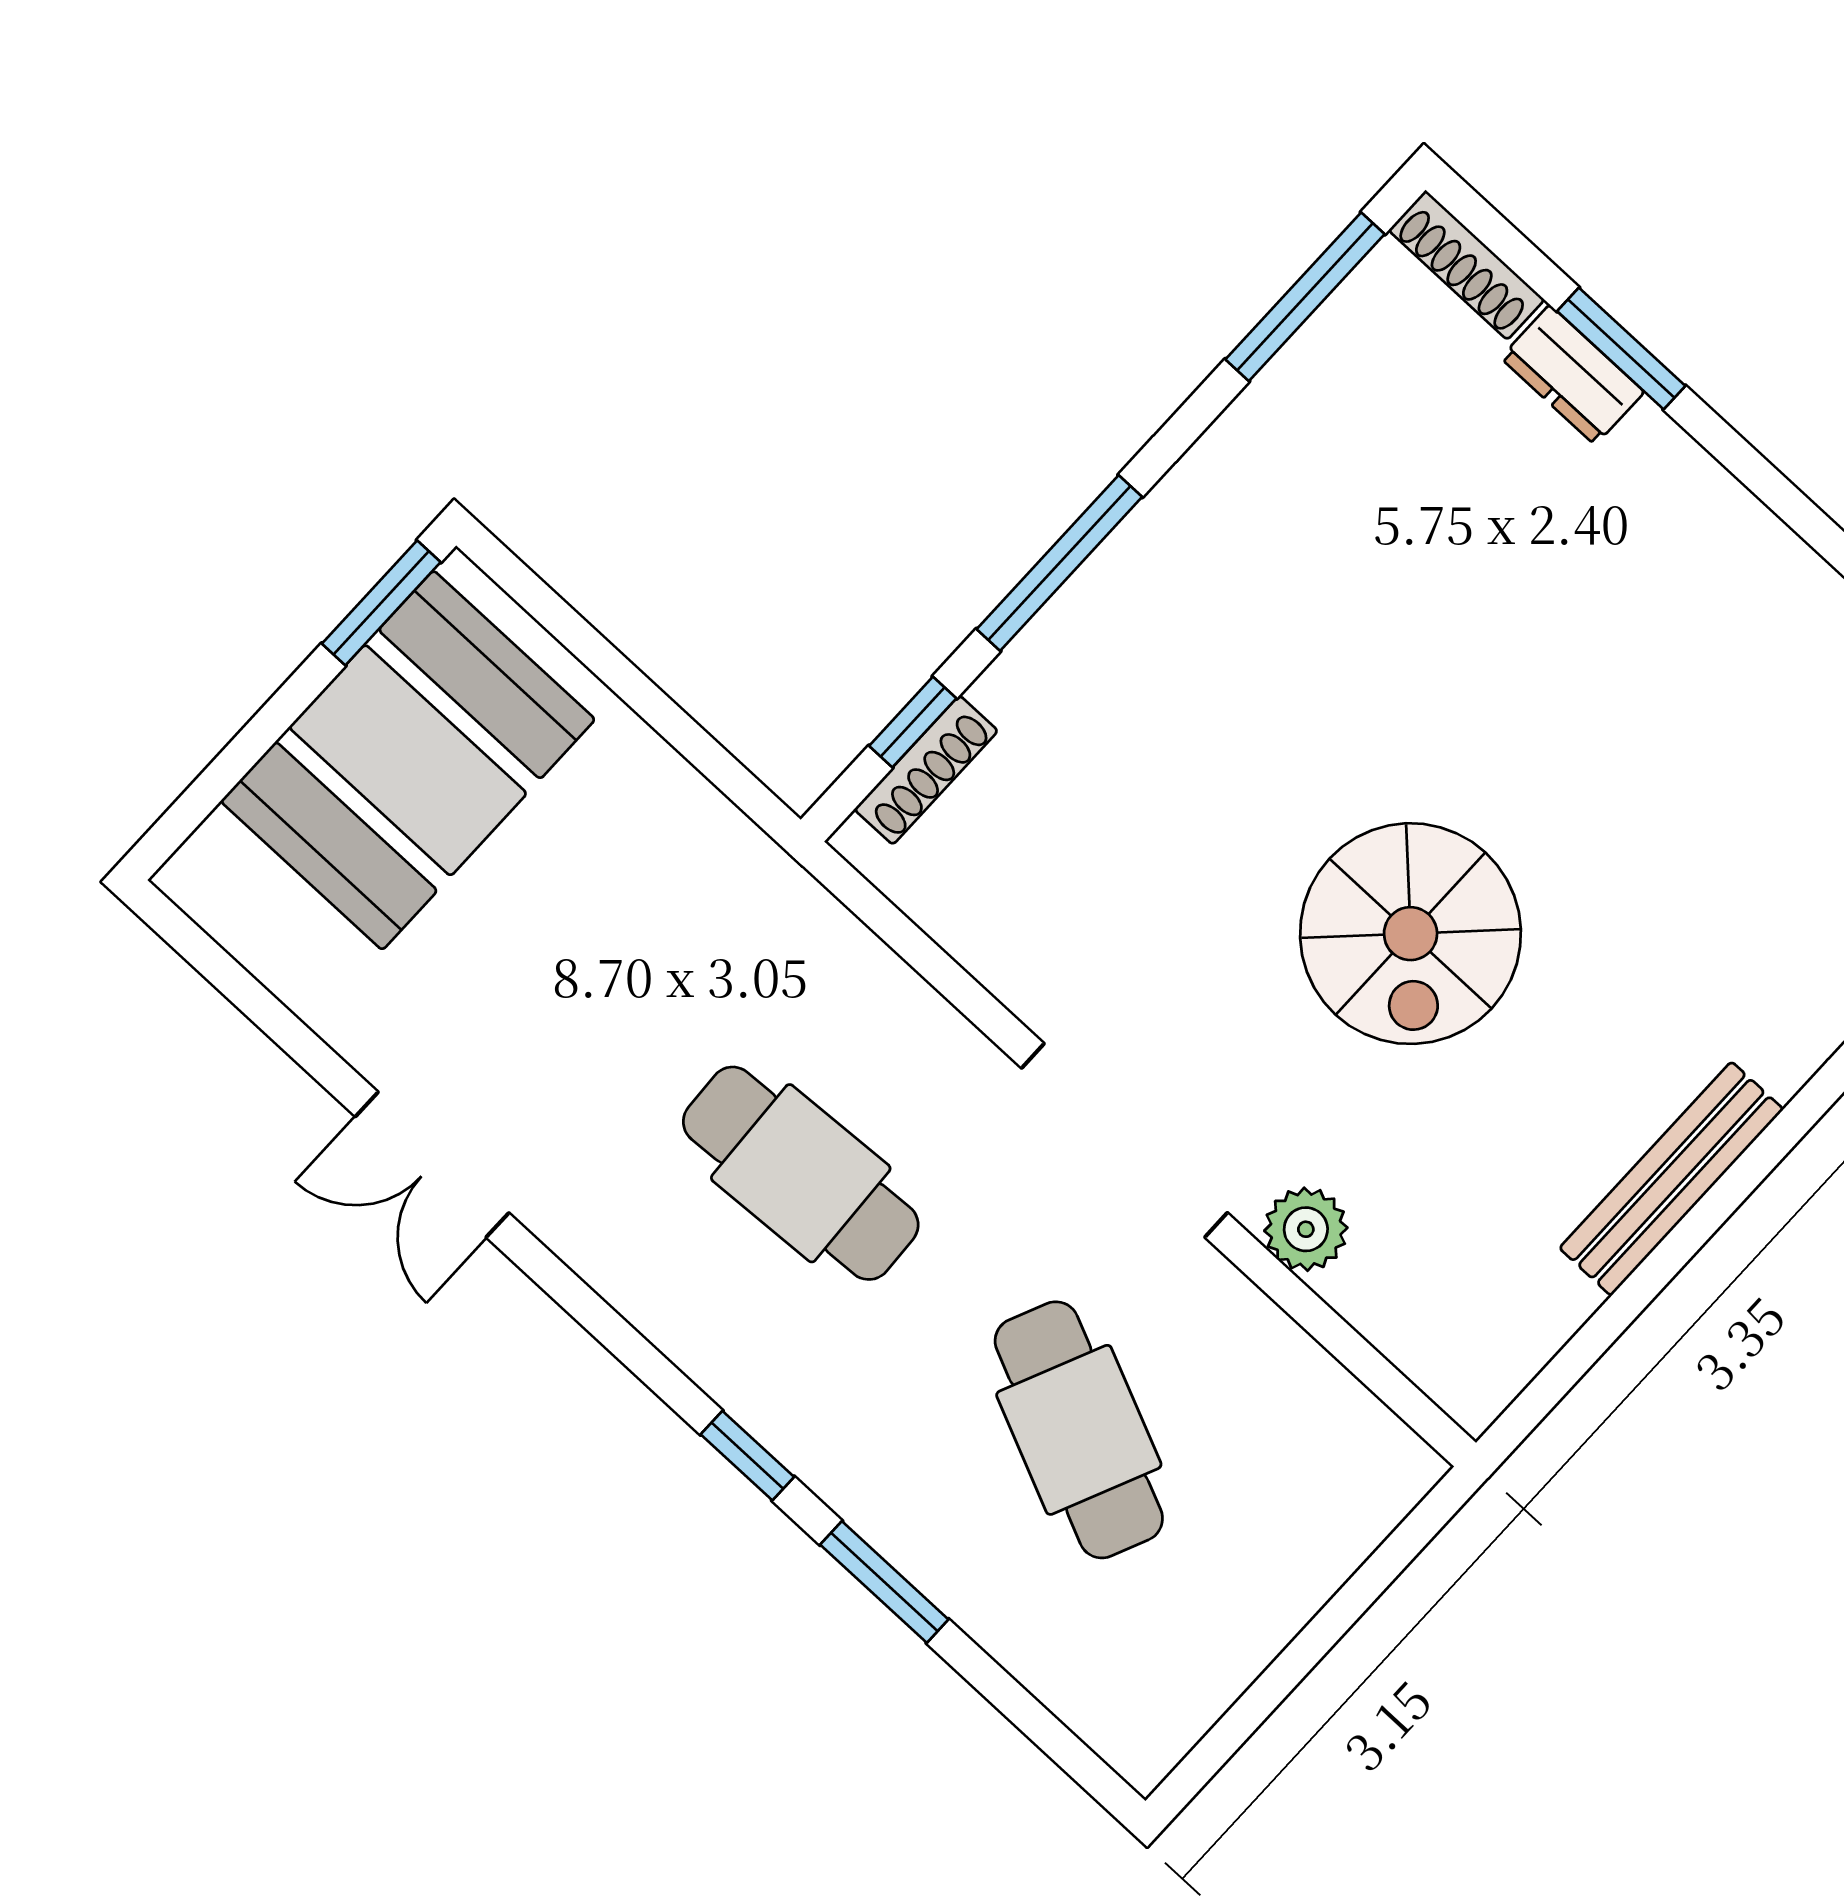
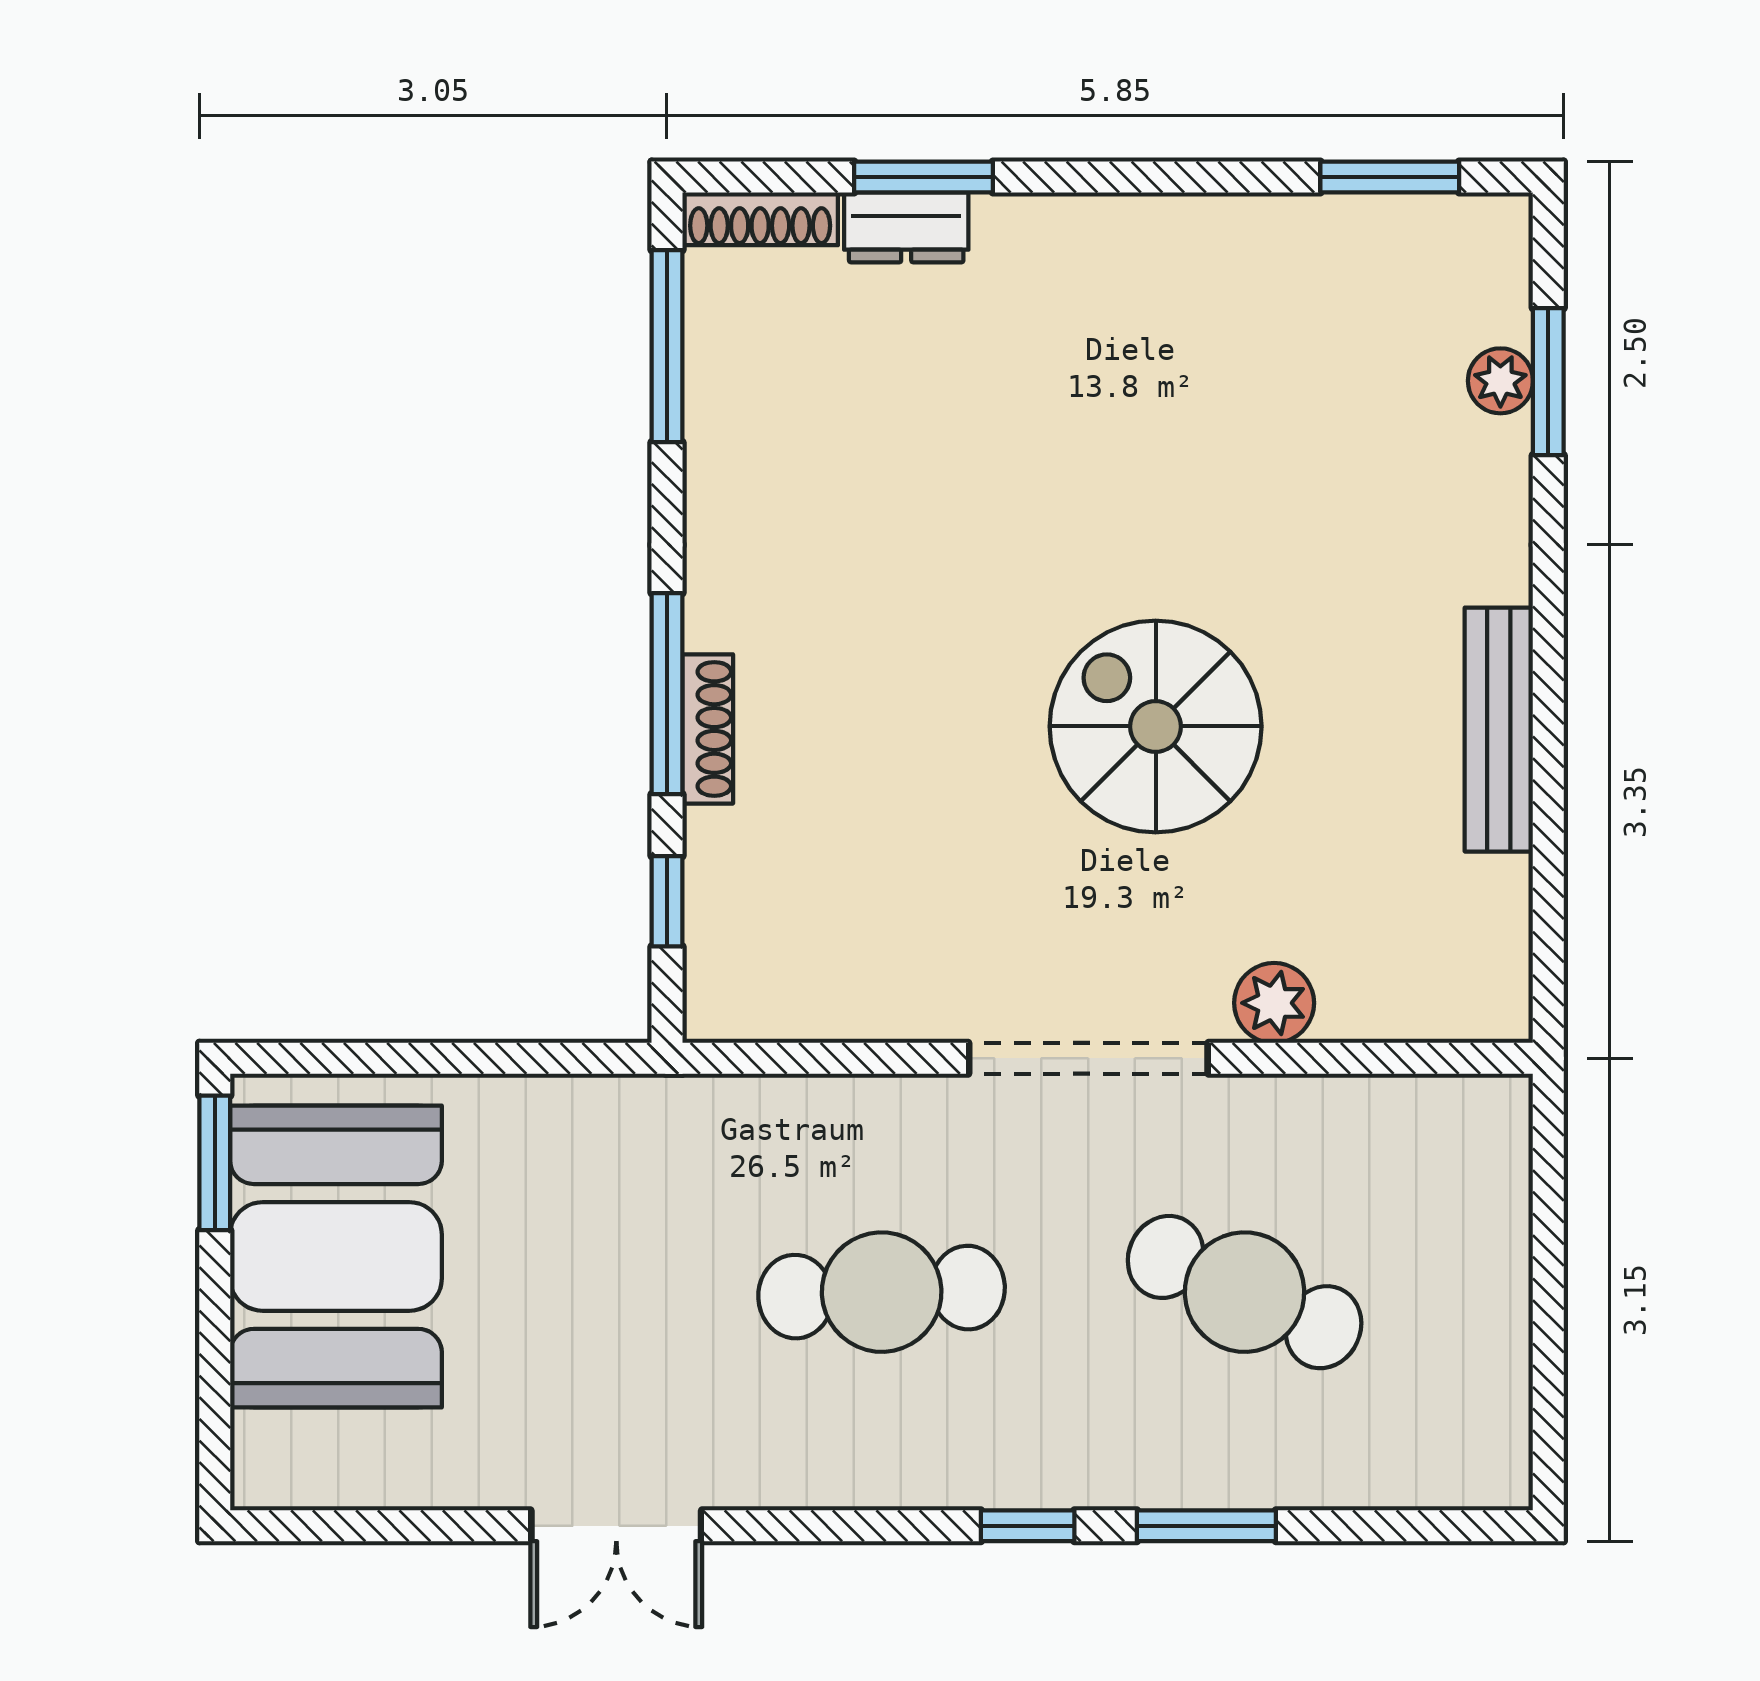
shoe rack: (926, 770) -> (708, 729), moved
spiral stairs: (1411, 934) -> (1156, 726), turned 180

